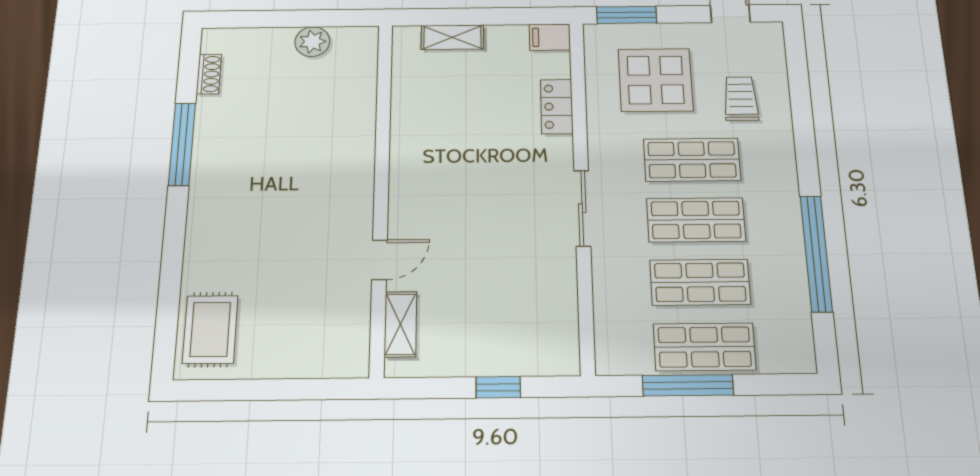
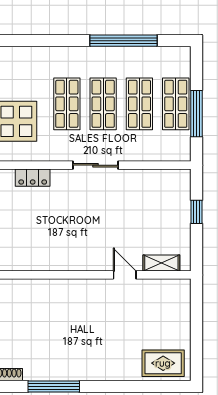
trolley: (741, 99) -> (29, 74), removed

